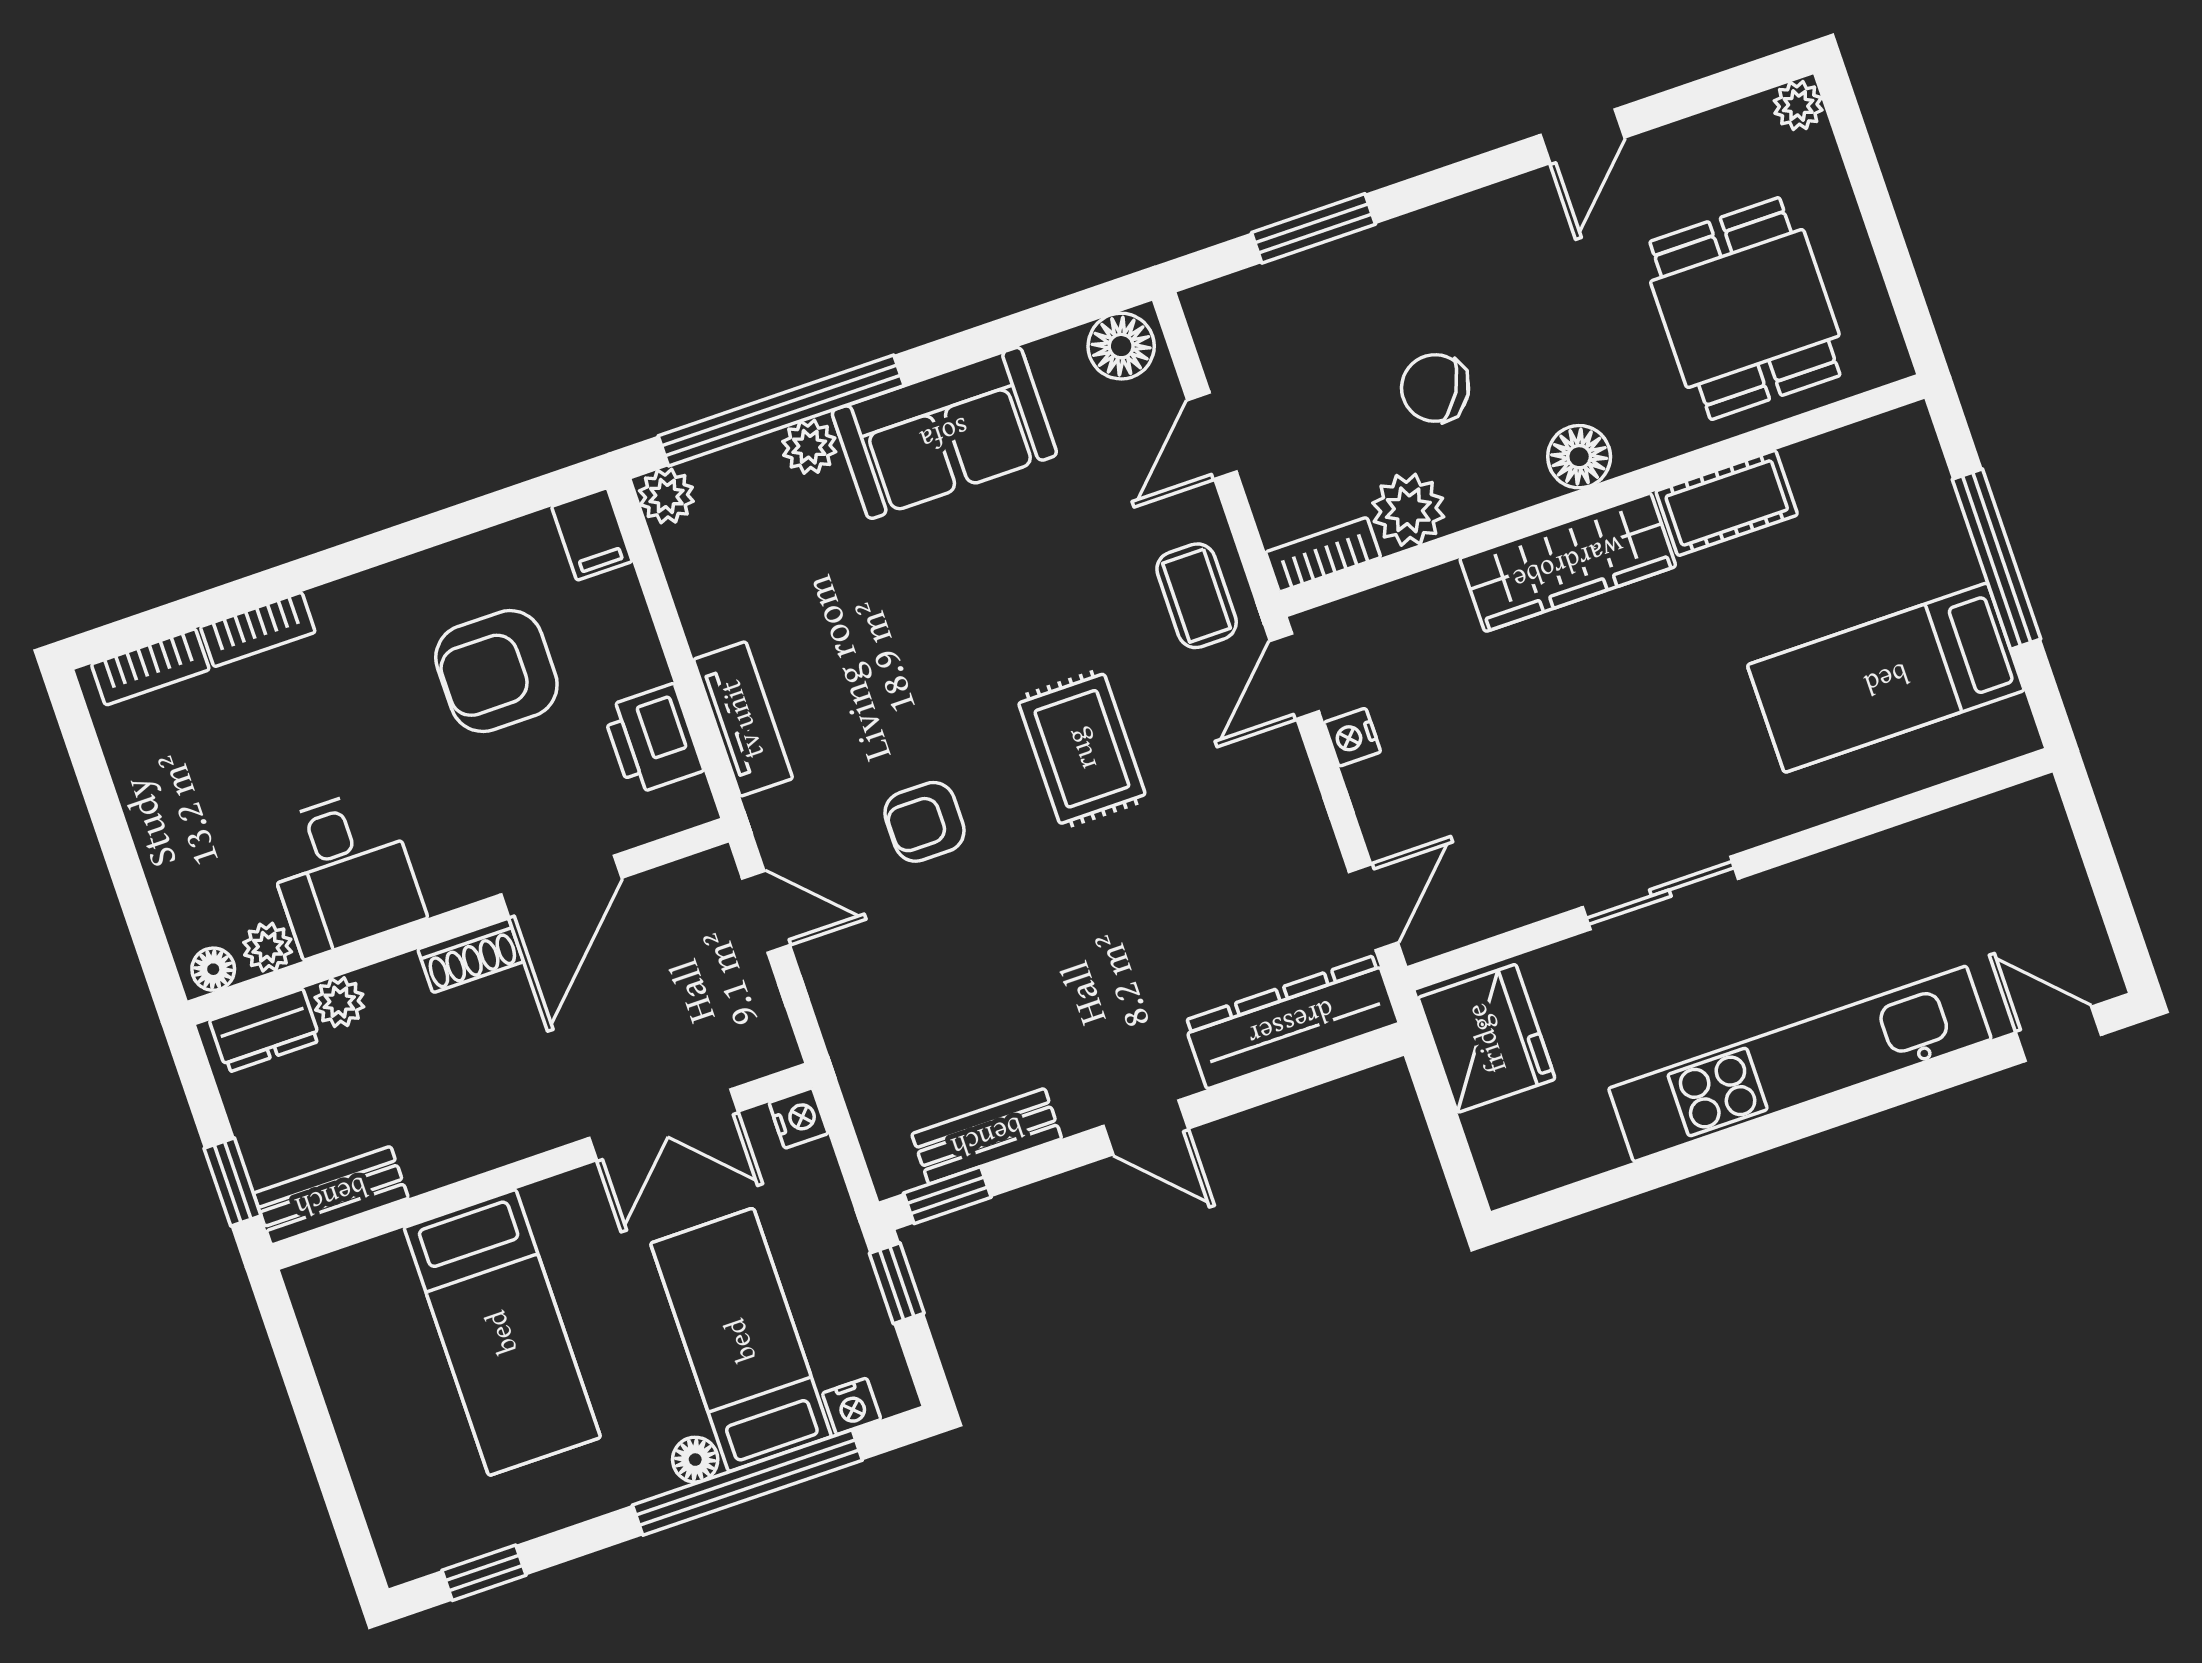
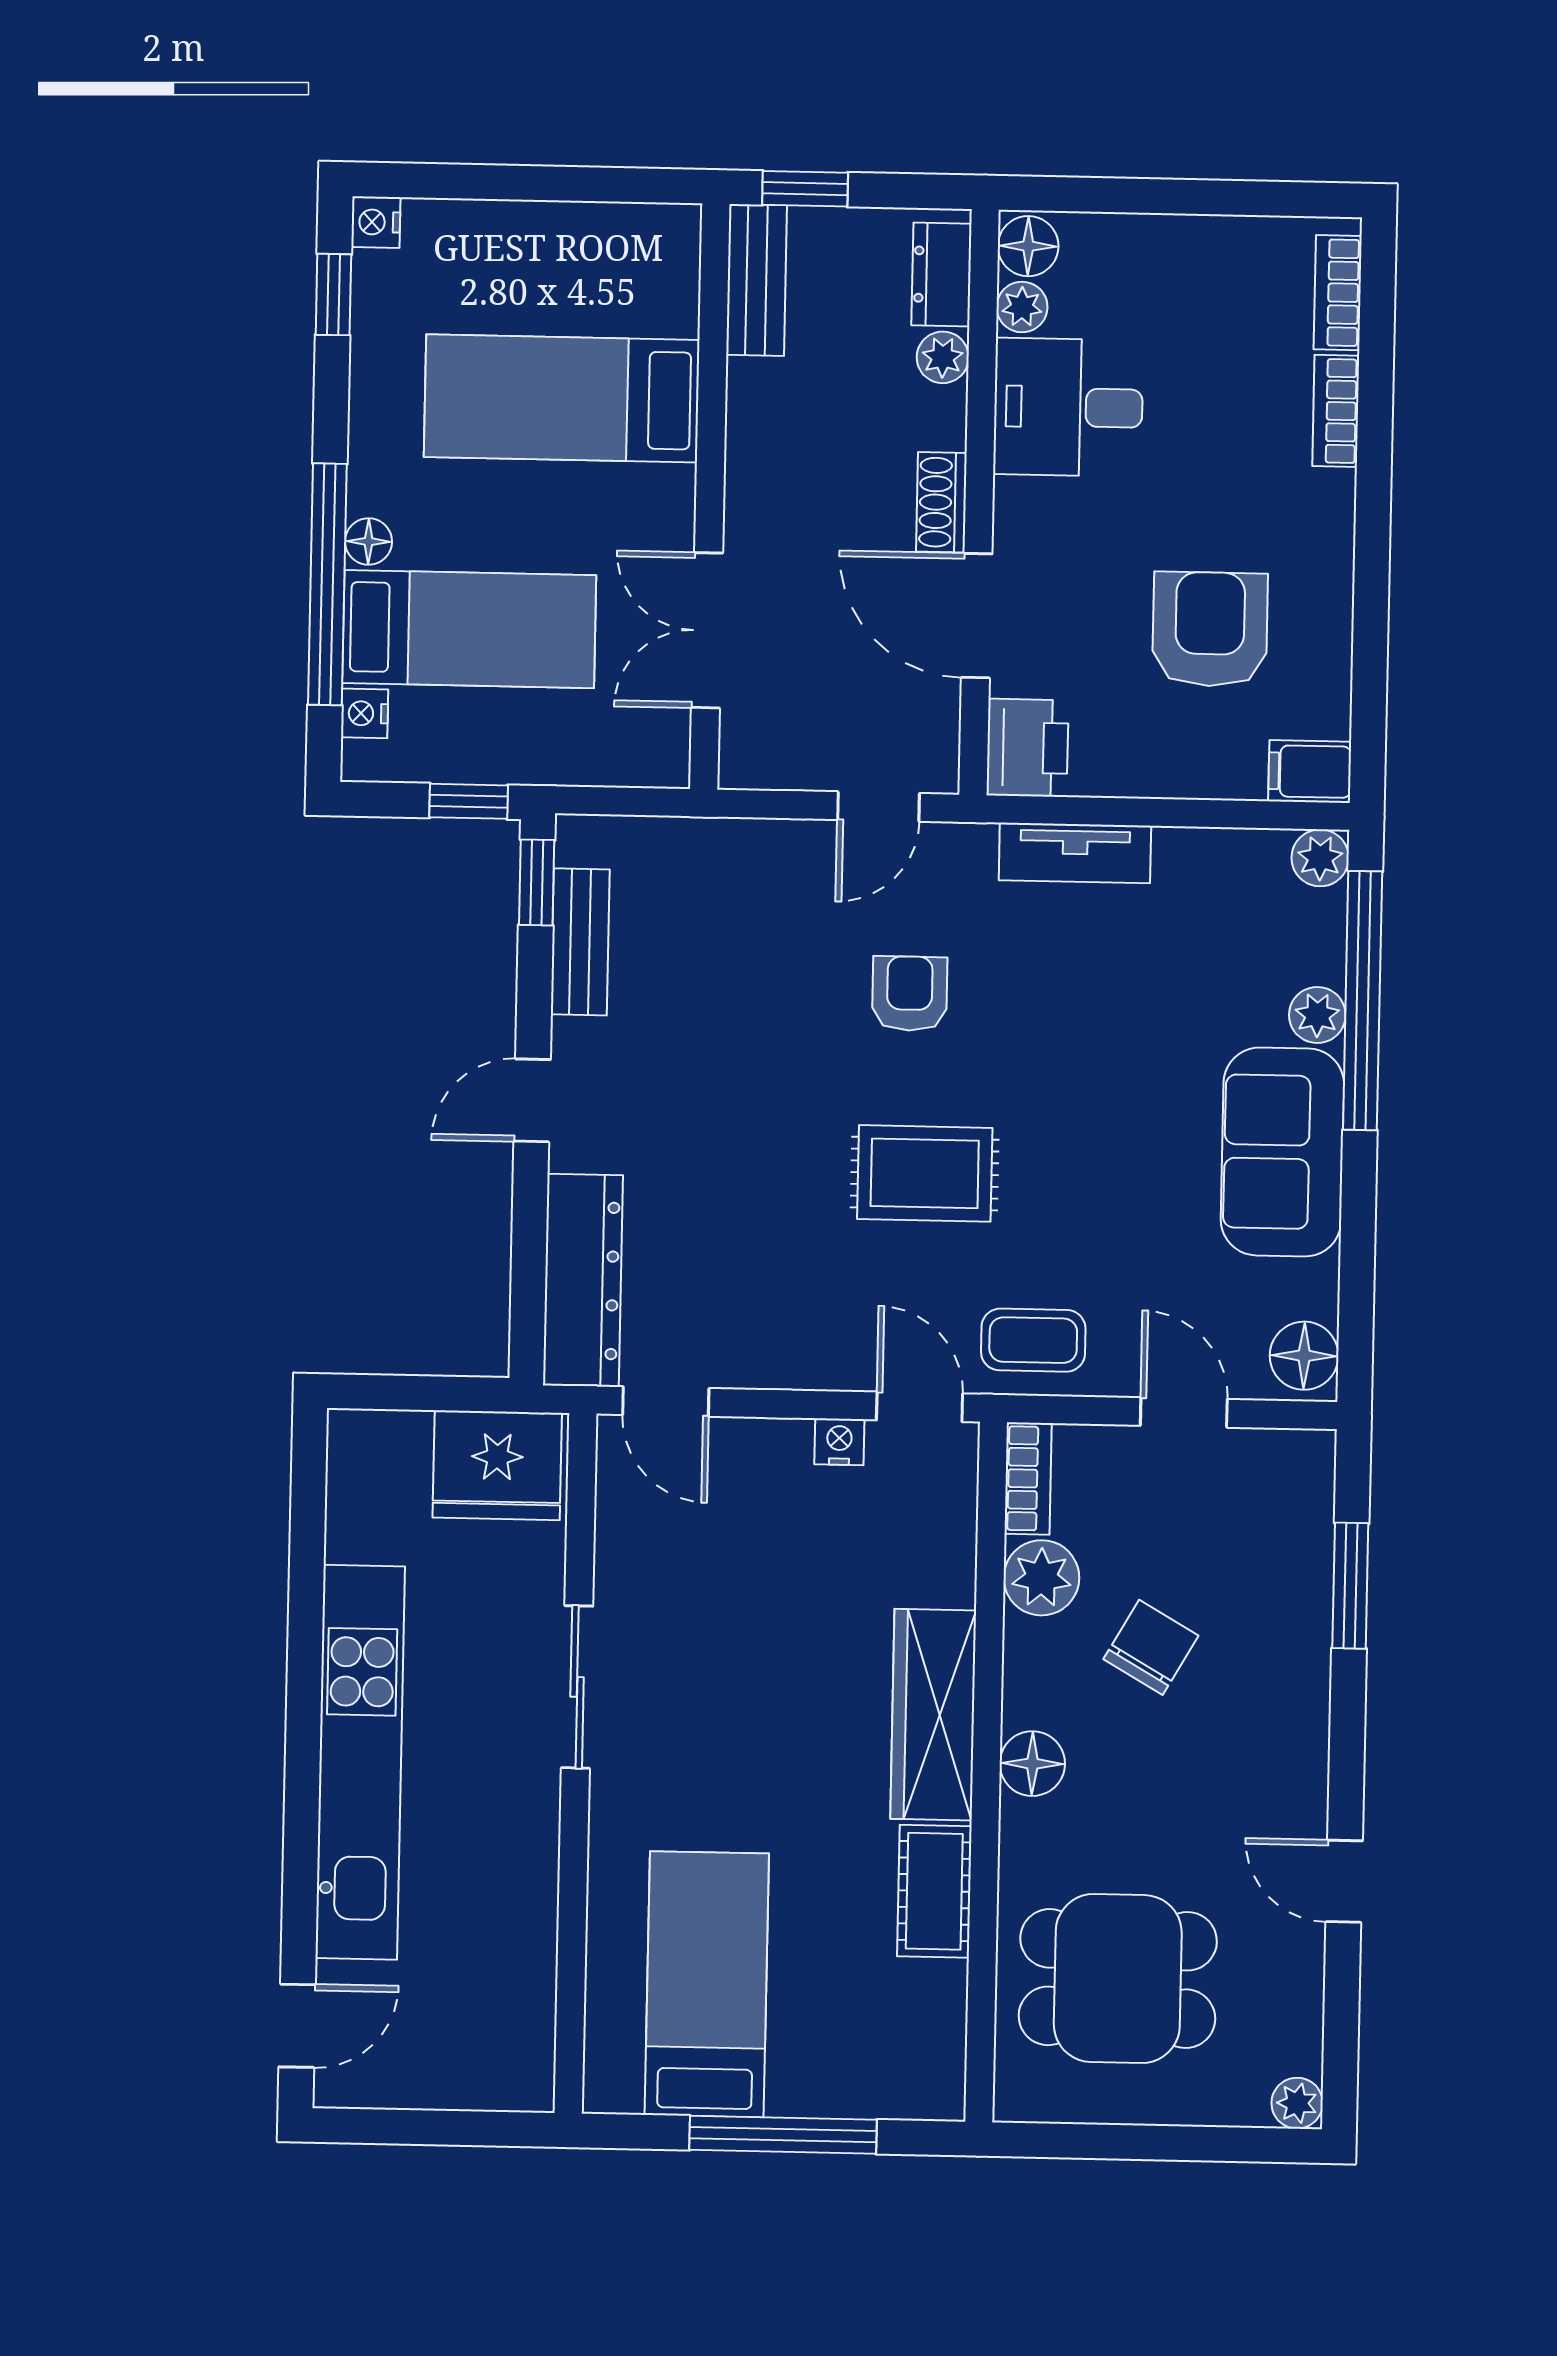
printer: (653, 739) -> (1027, 748), moved, turned 90
floor lamp: (213, 969) -> (1028, 246), width x1.37, depth x1.37
nightstand: (799, 1118) -> (376, 222), moved, turned 90

